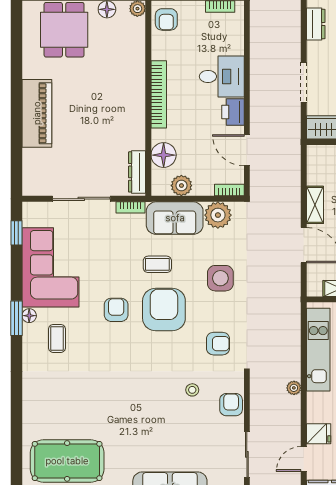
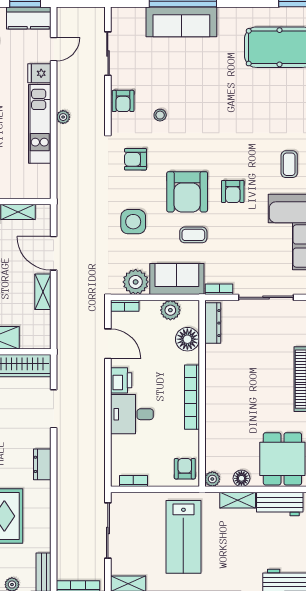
kitchen unit: (318, 350) -> (40, 124), moved

